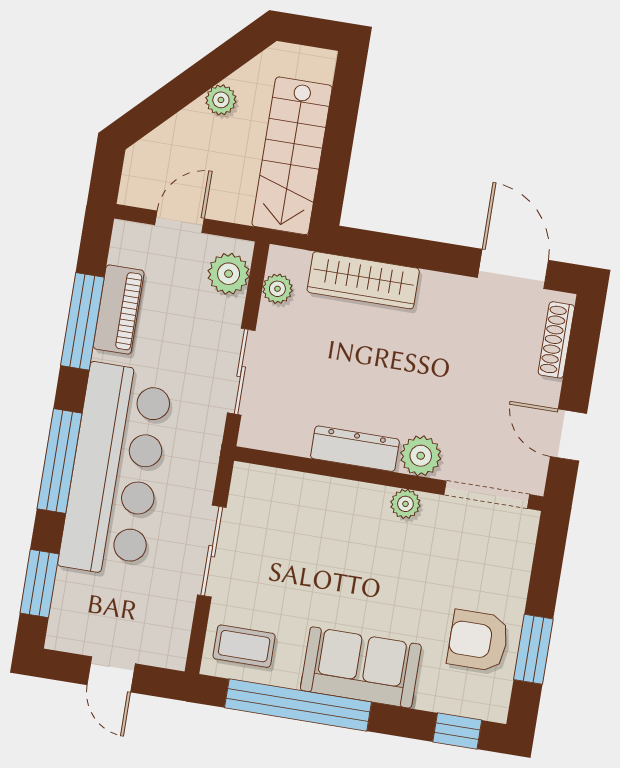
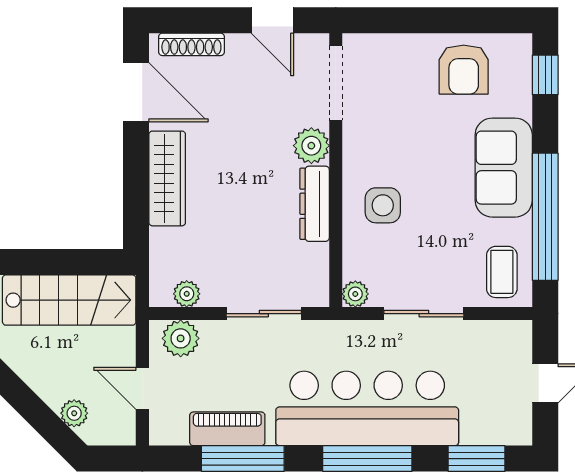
plant: (221, 100) -> (74, 413), moved
door: (513, 269) -> (136, 92), swing flipped
wardrobe: (363, 280) -> (167, 178), moved
door: (568, 435) -> (272, 20), hinge flipped
plant: (405, 504) -> (355, 294), moved
side table: (341, 525) -> (383, 205), added
window: (533, 649) -> (463, 20), removed

